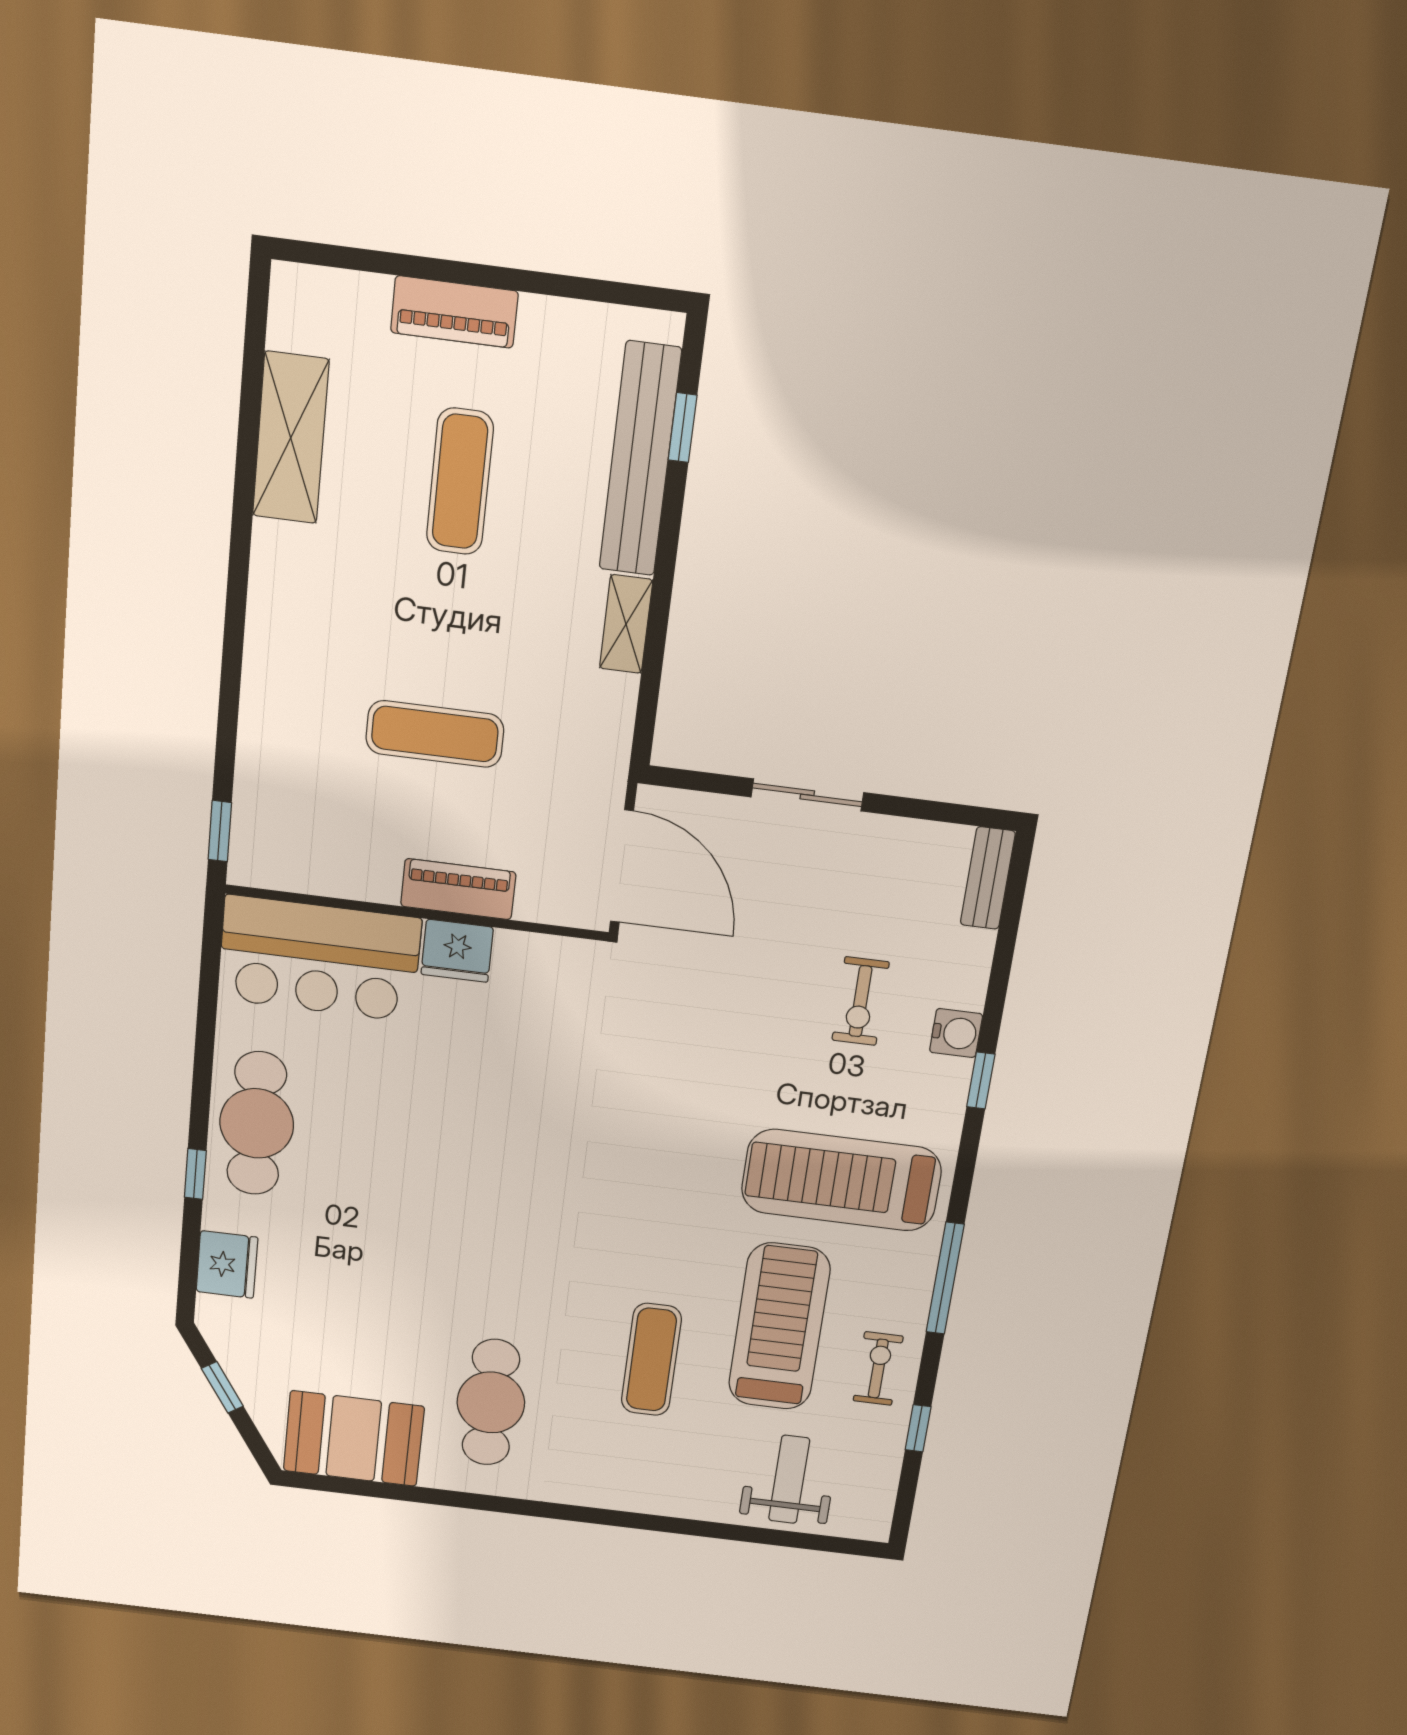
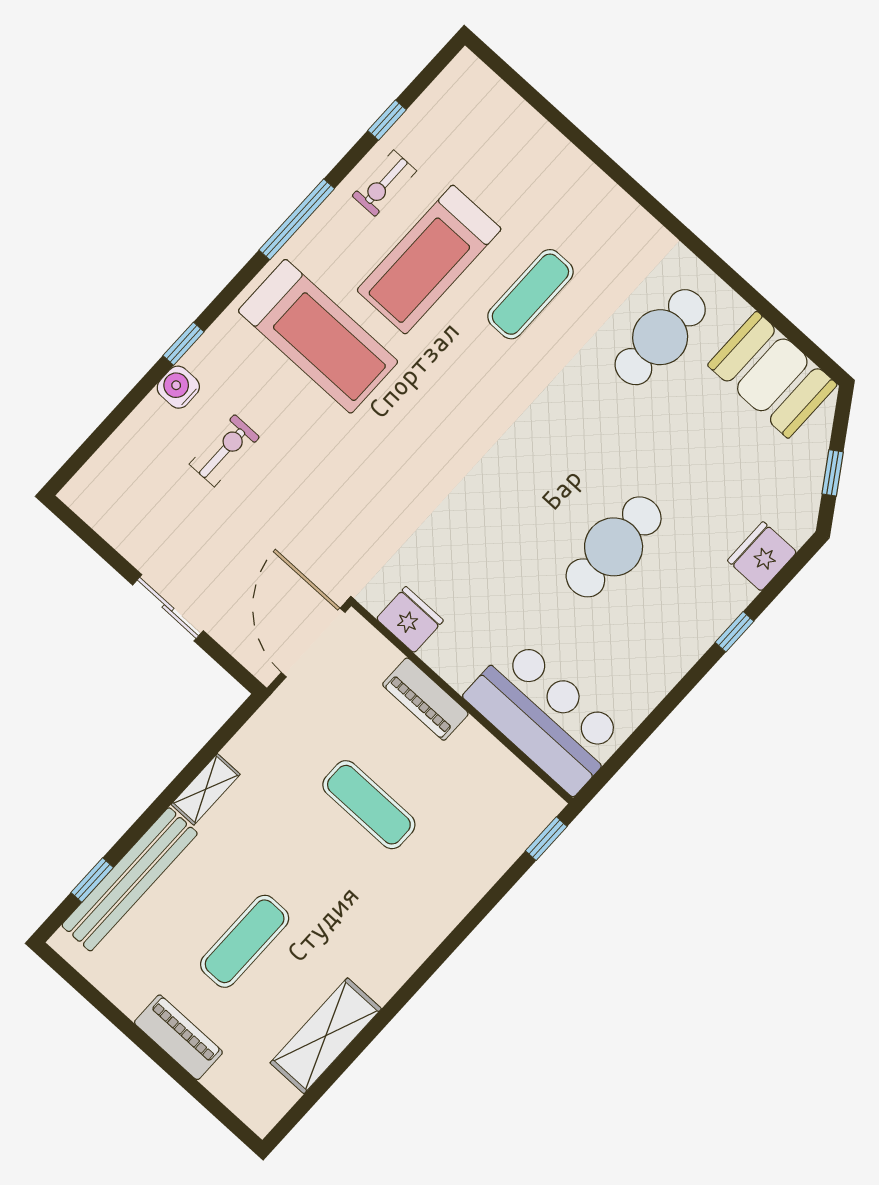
bench: (988, 878) -> (92, 477), removed
fridge: (457, 951) -> (410, 620), moved
cafe table: (257, 1123) -> (614, 547), moved
weight bench: (789, 1479) -> (500, 141), removed

